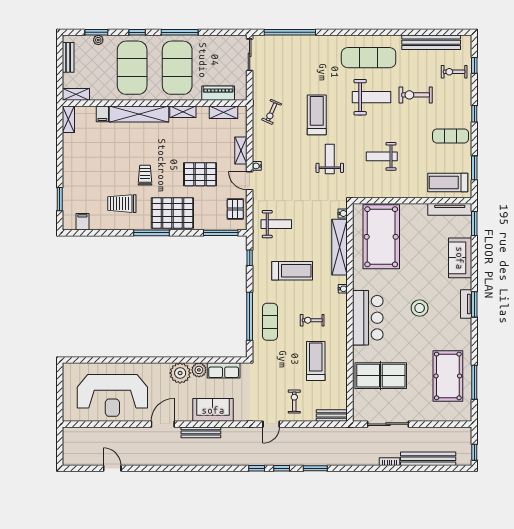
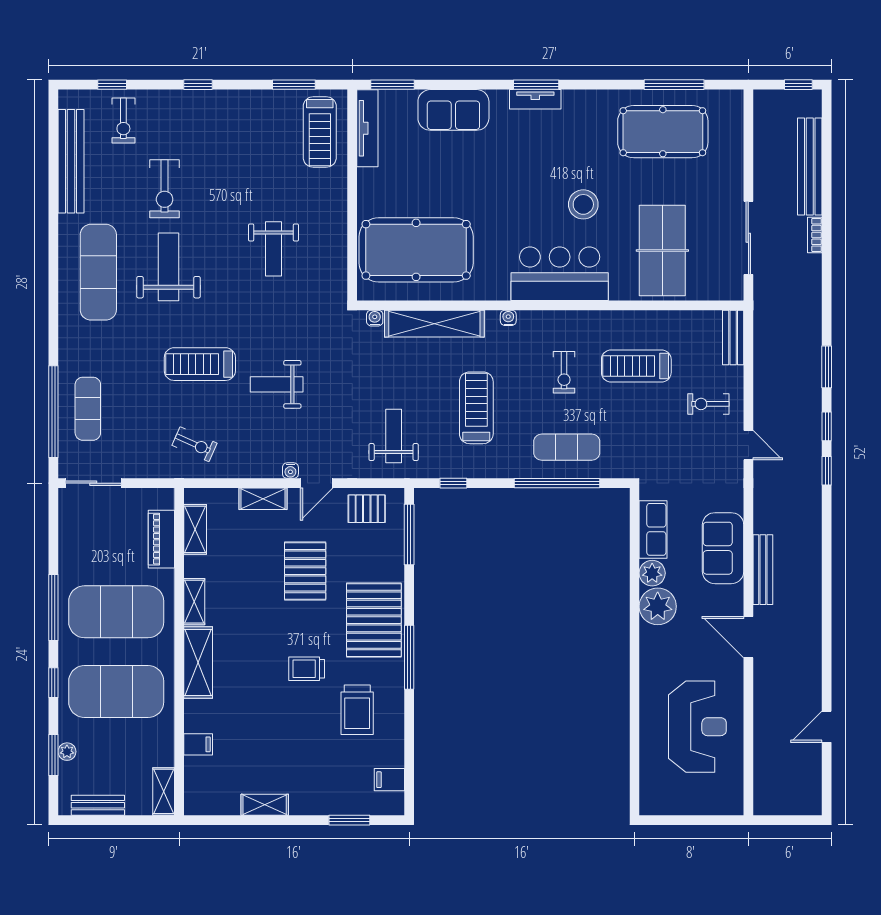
shelving: (139, 114) -> (198, 663), width x0.68
shelving: (68, 119) -> (265, 805), moved
exercise mat: (451, 136) -> (88, 409), moved
weight bench: (330, 159) -> (277, 384), moved
stool: (420, 308) -> (583, 204), moved
reception desk: (112, 395) -> (697, 727), width x0.74, depth x0.77

